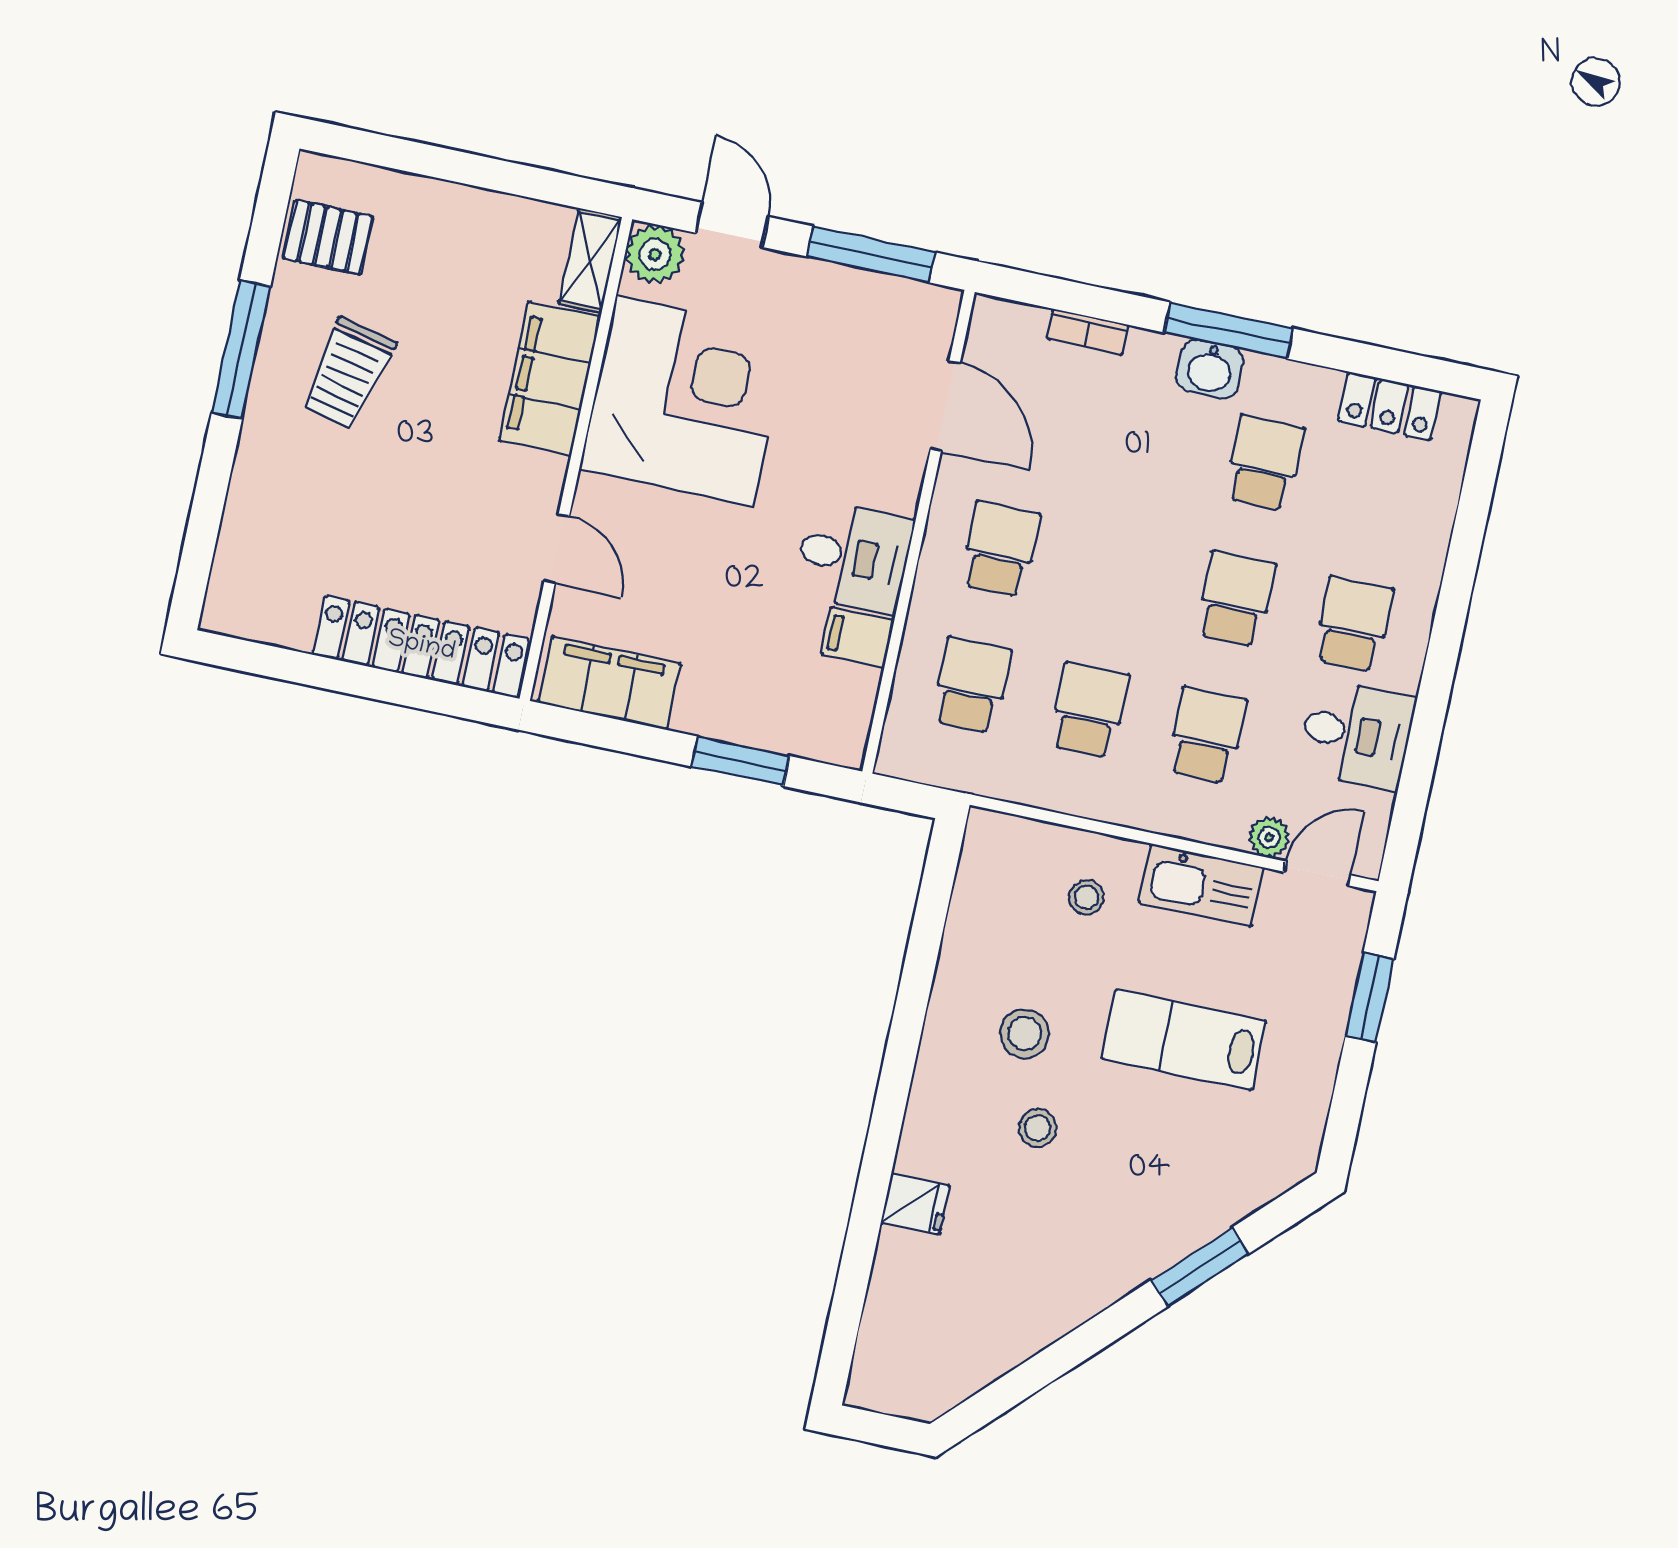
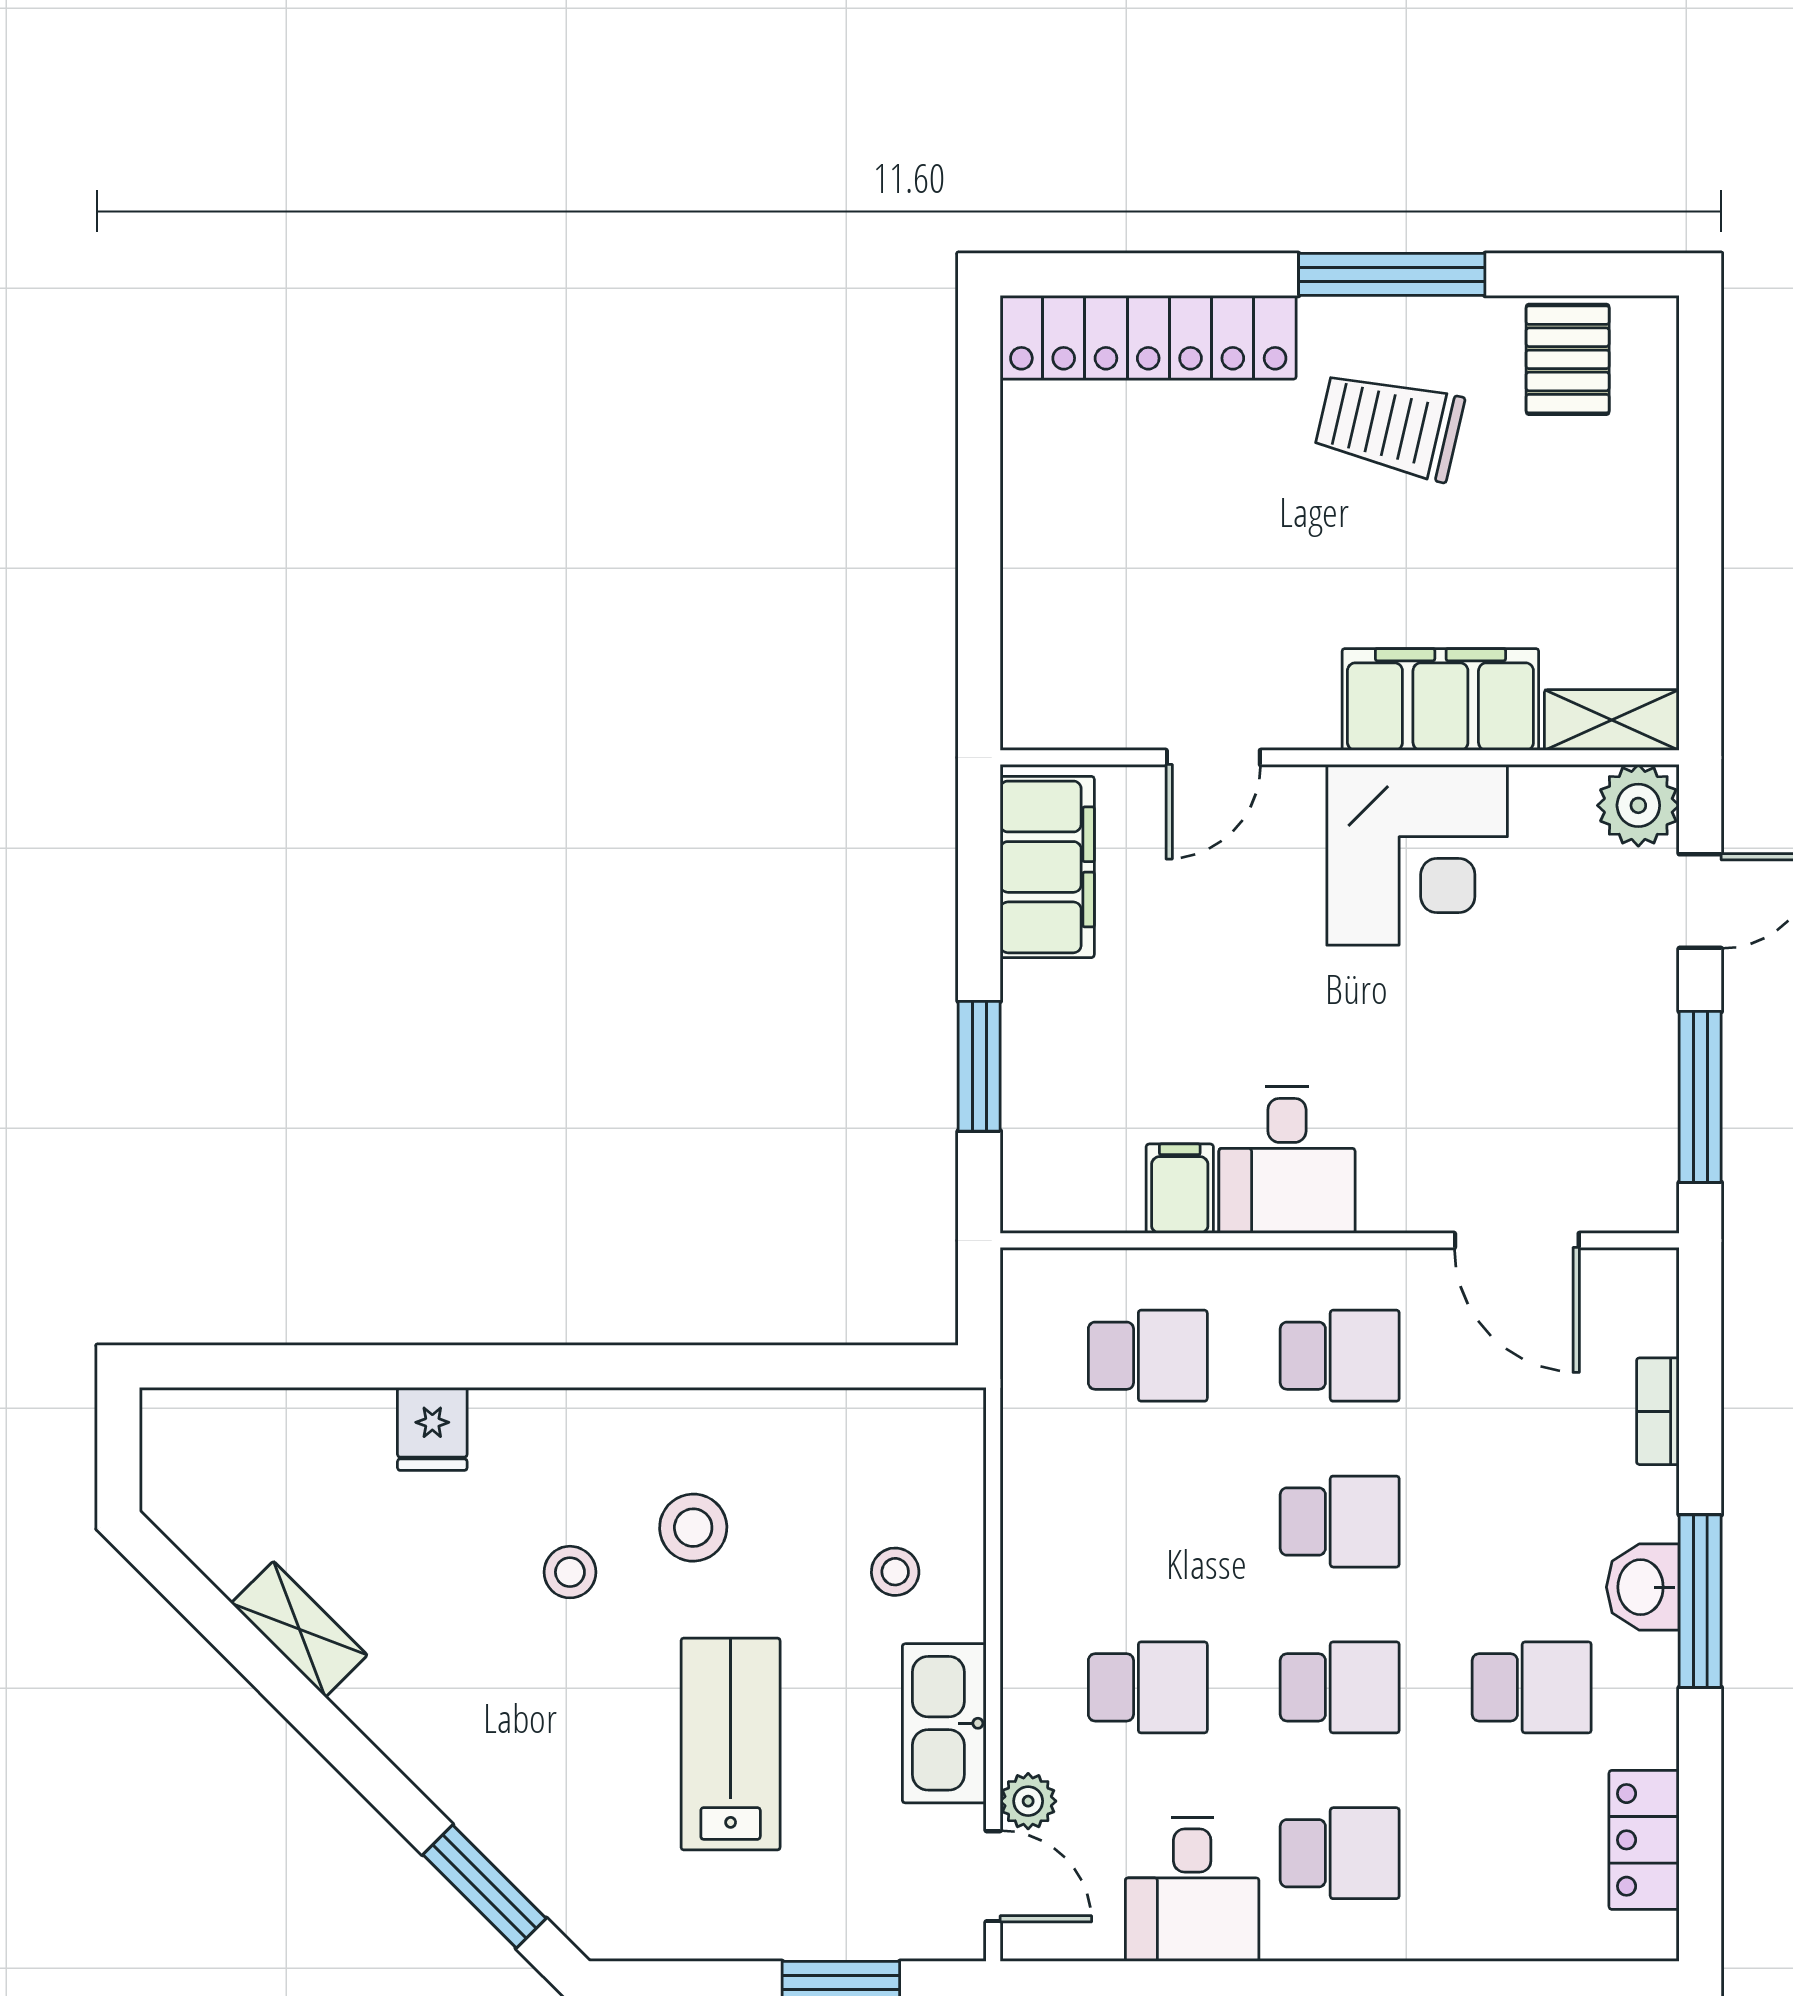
corner desk: (685, 401) -> (1417, 855), width x0.74, depth x0.74
door: (945, 406) -> (1517, 1240), hinge flipped
locker: (421, 647) -> (1148, 337), moved, turned 90
school desk: (1089, 710) -> (1340, 1522), moved
window: (1200, 1267) -> (484, 1886), moved
shelving: (1037, 1328) -> (299, 1629), added

